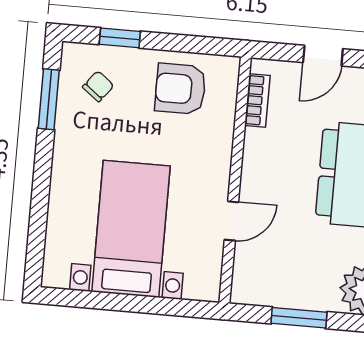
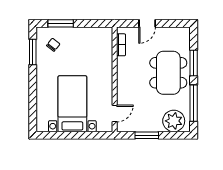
window: (120, 38) -> (61, 23), width x1.50
armchair: (180, 89) -> (88, 43), removed
door: (231, 221) -> (115, 114), moved

